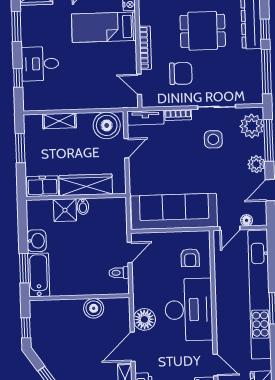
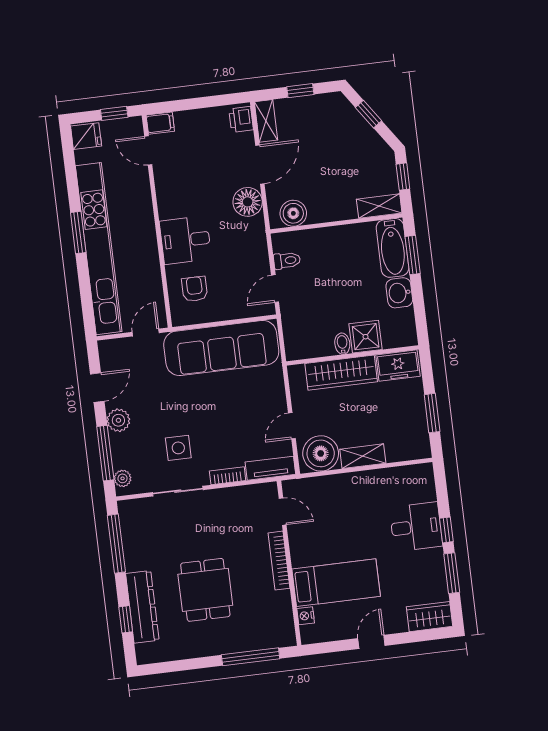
window: (265, 29) -> (126, 619), moved
dining table: (203, 31) -> (205, 590), turned 90
chair: (181, 73) -> (229, 531), removed
window: (18, 78) -> (446, 530), moved
shelving: (59, 121) -> (363, 456), moved
plant: (252, 126) -> (123, 478), width x0.53, depth x0.53
floor lamp: (247, 220) -> (125, 345), removed
shelving: (46, 307) -> (379, 206), added
boiler: (94, 308) -> (293, 213), moved
desk: (189, 310) -> (185, 240), width x0.53, depth x0.77

